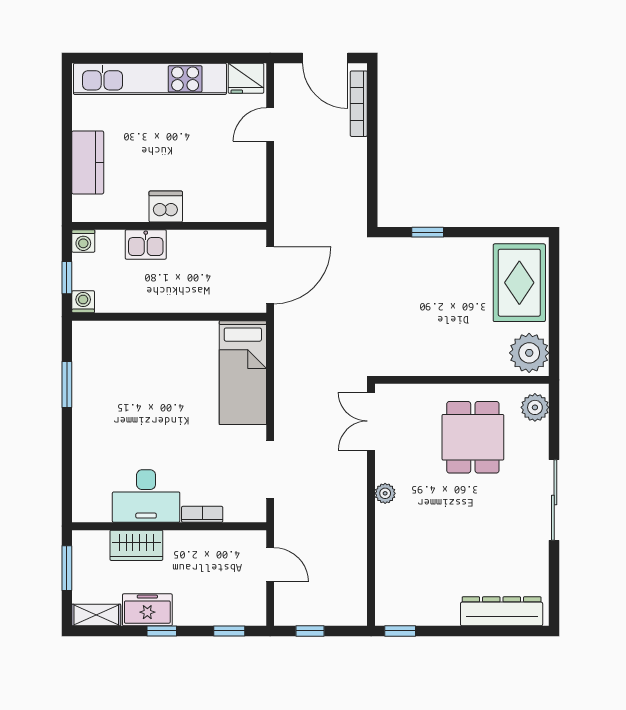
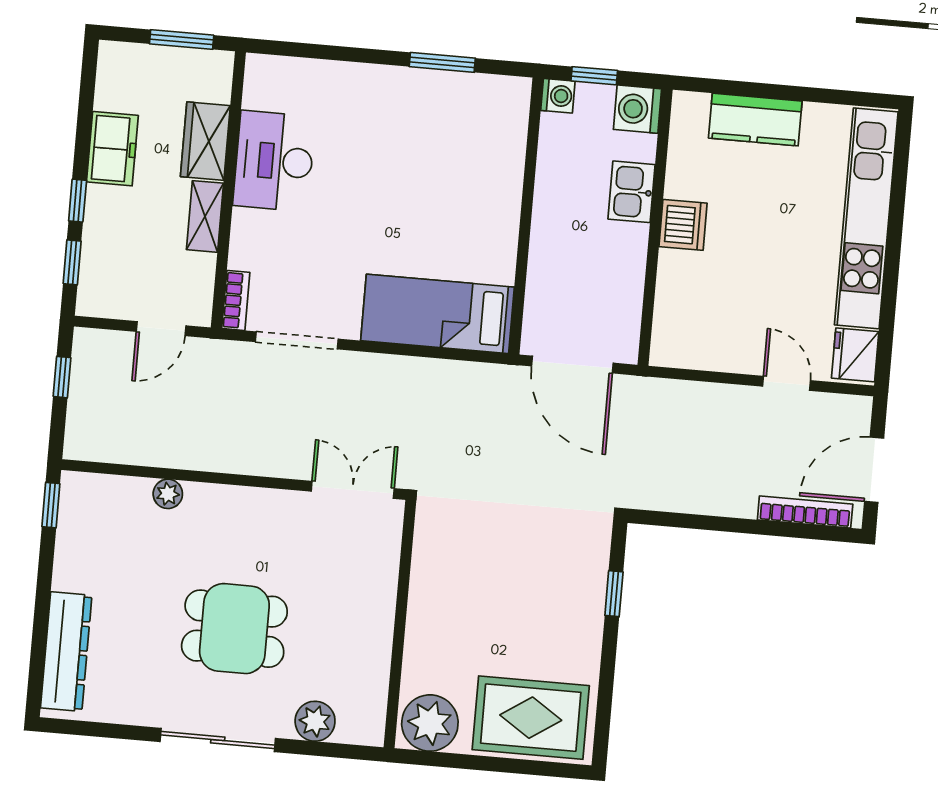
washing machine: (83, 241) -> (638, 109), width x1.38, depth x1.38
plant: (535, 407) -> (315, 721), moved
dining table: (473, 437) -> (234, 629), moved
plant: (385, 493) -> (168, 494), moved
bookcase: (202, 514) -> (236, 300), moved
shelving: (96, 615) -> (205, 216), moved
window: (162, 631) -> (78, 201), moved

